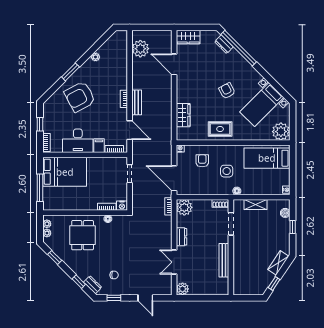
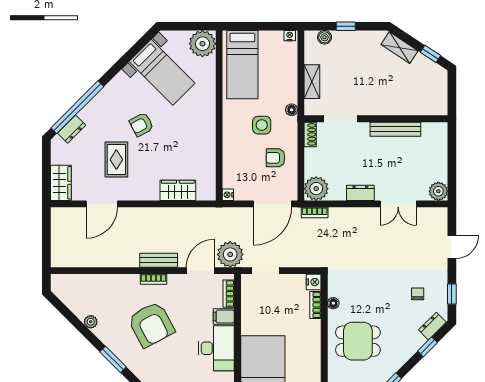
plant: (140, 49) -> (230, 254), moved
armchair: (80, 97) -> (151, 324), moved
rug: (220, 129) -> (116, 160), moved
armchair: (202, 161) -> (275, 158), moved

